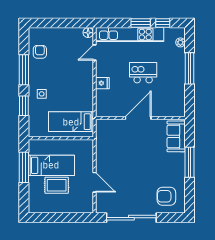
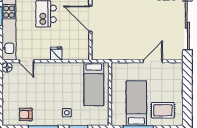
rug: (57, 185) -> (163, 110), moved, turned 90

